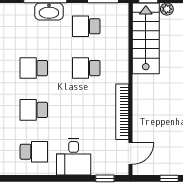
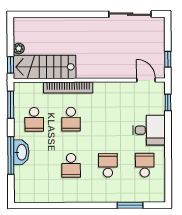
school desk: (34, 110) -> (108, 165), turned 180
bookcase: (122, 112) -> (68, 88), moved
window: (169, 178) -> (168, 59), moved

